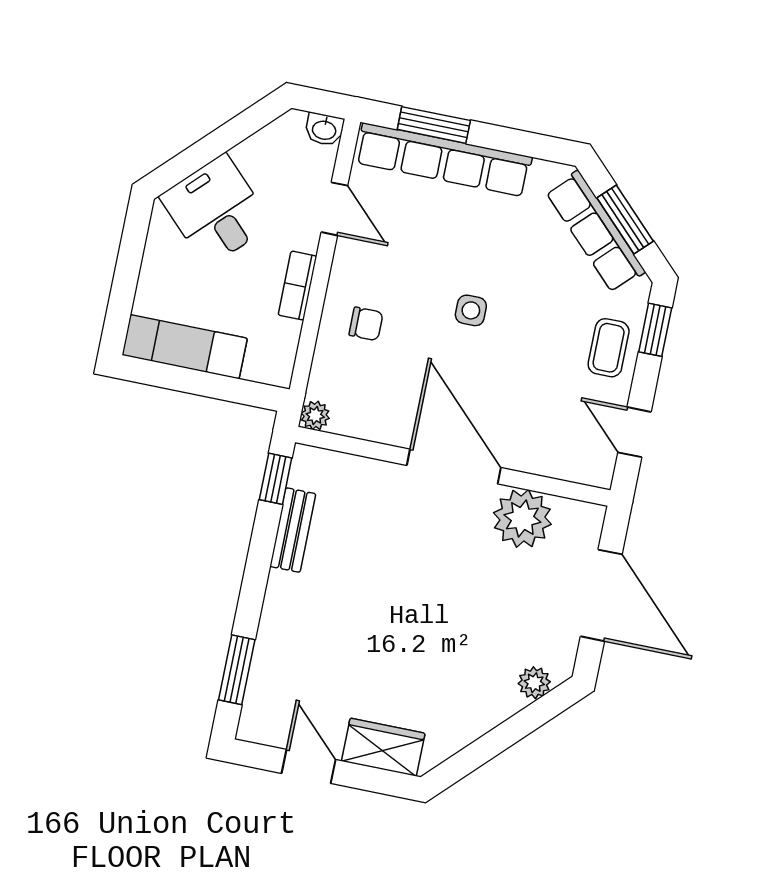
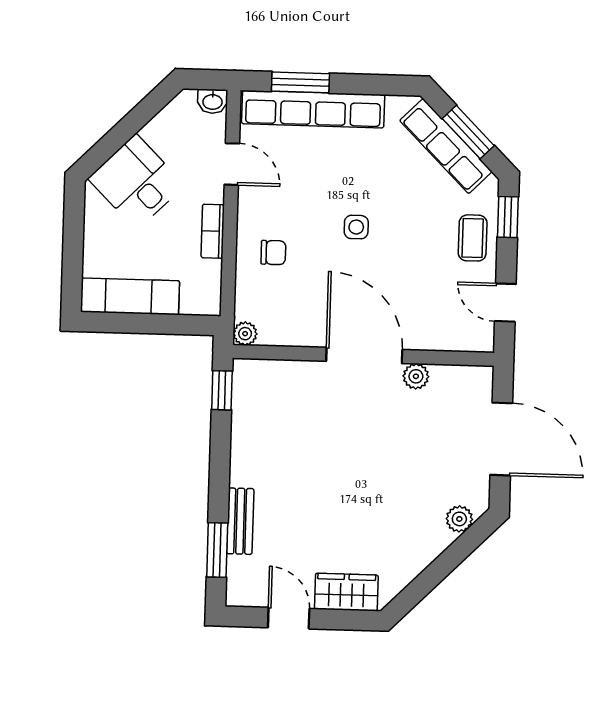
plant: (522, 518) -> (416, 376), width x0.53, depth x0.53
bench: (293, 530) -> (240, 521), moved

